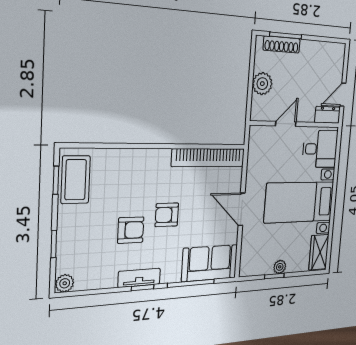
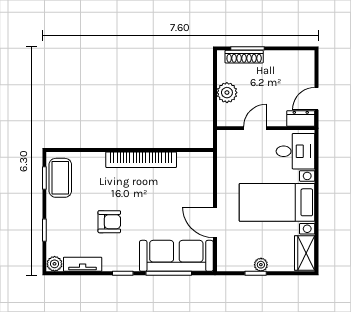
bookcase: (208, 158) -> (141, 160), moved
door: (242, 209) -> (215, 222), moved
armchair: (167, 215) -> (142, 210), removed
sofa: (210, 263) -> (176, 256), width x1.36
tv unit: (139, 278) -> (83, 264), moved

